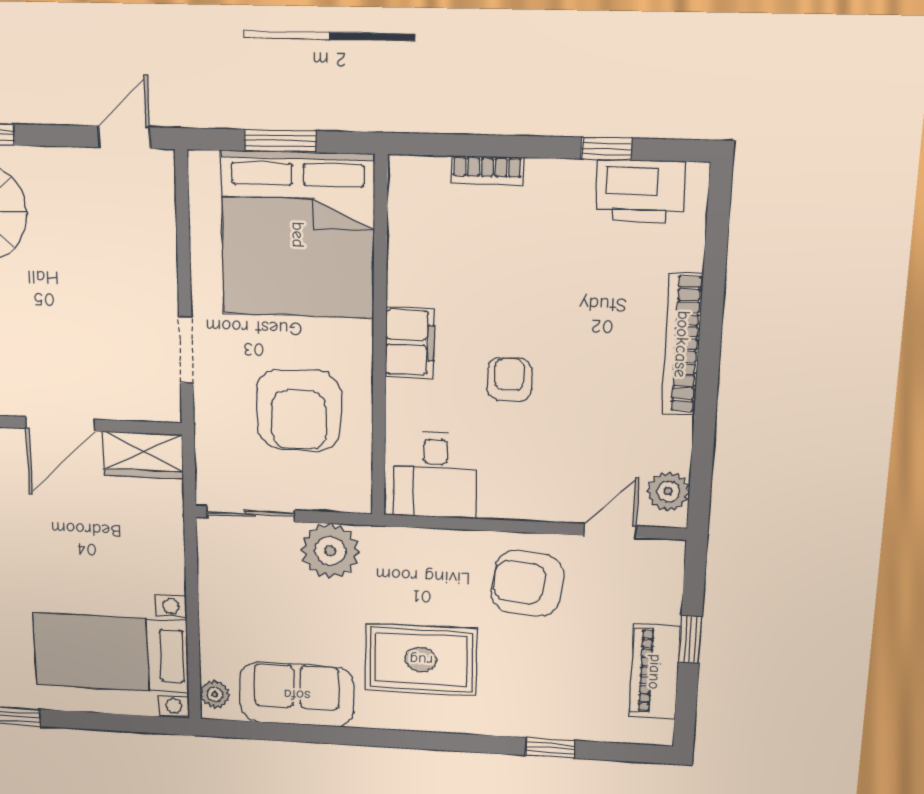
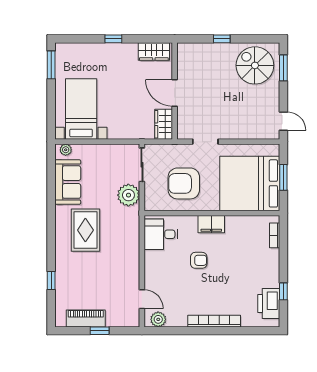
bookcase: (487, 171) -> (275, 235), moved
armchair: (527, 583) -> (119, 269), removed

